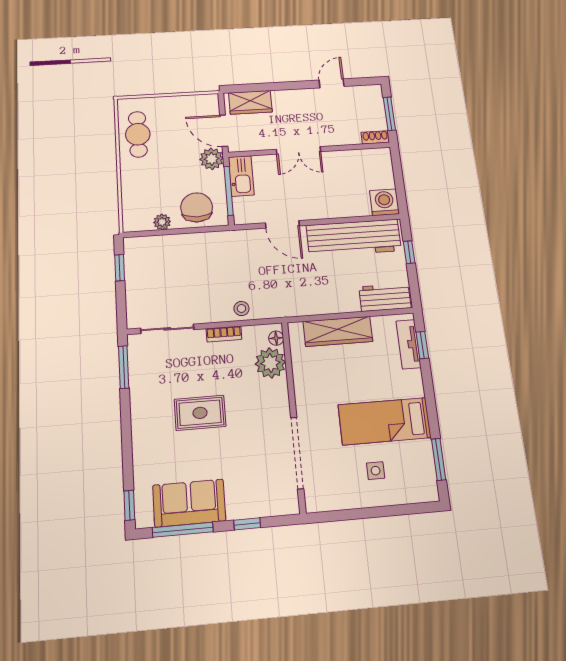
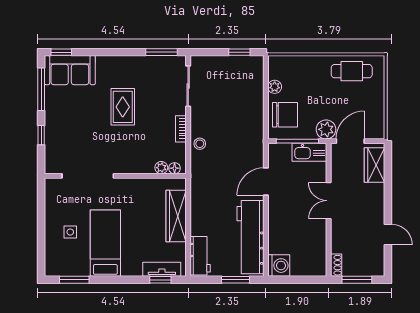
window: (409, 252) -> (235, 280), width x1.50
plant: (270, 363) -> (161, 168), width x0.53, depth x0.53
sofa: (189, 503) -> (70, 70), moved, turned 90

